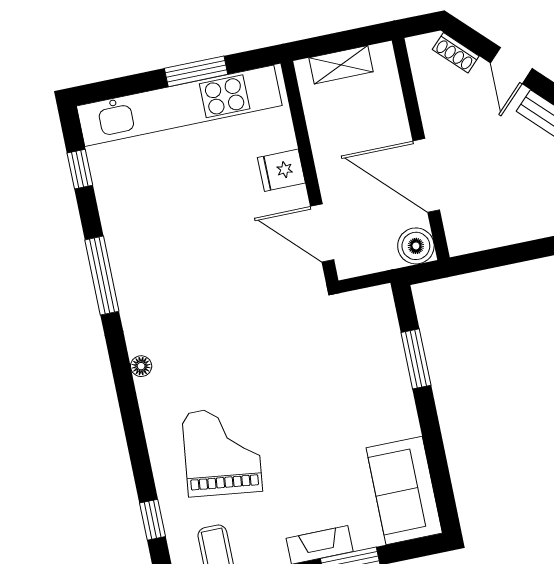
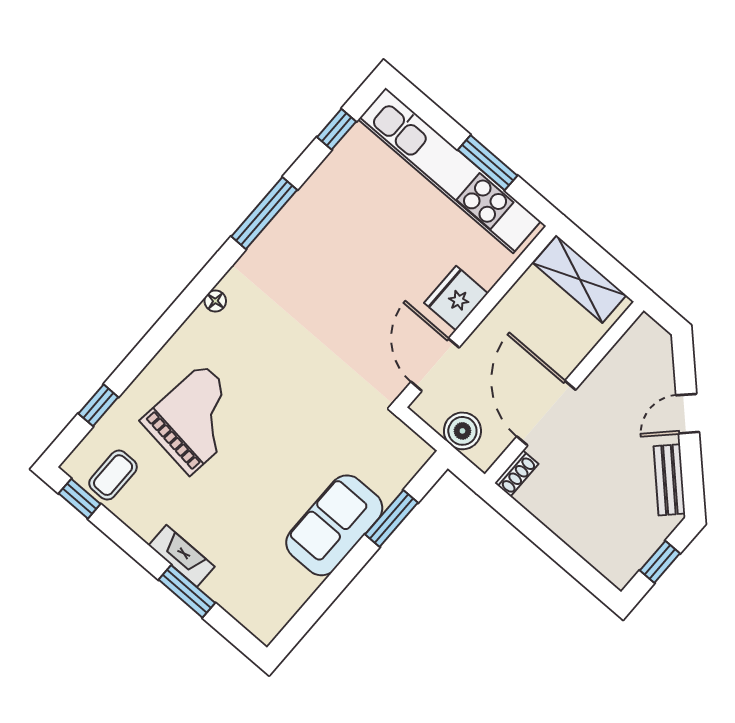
shoe rack: (456, 53) -> (517, 473), moved, turned -135
shelving: (341, 65) -> (580, 279), width x1.50, depth x1.33
fridge: (281, 170) -> (456, 298), width x1.38
boiler: (416, 246) -> (462, 431), moved
sofa: (404, 490) -> (334, 525), moved

